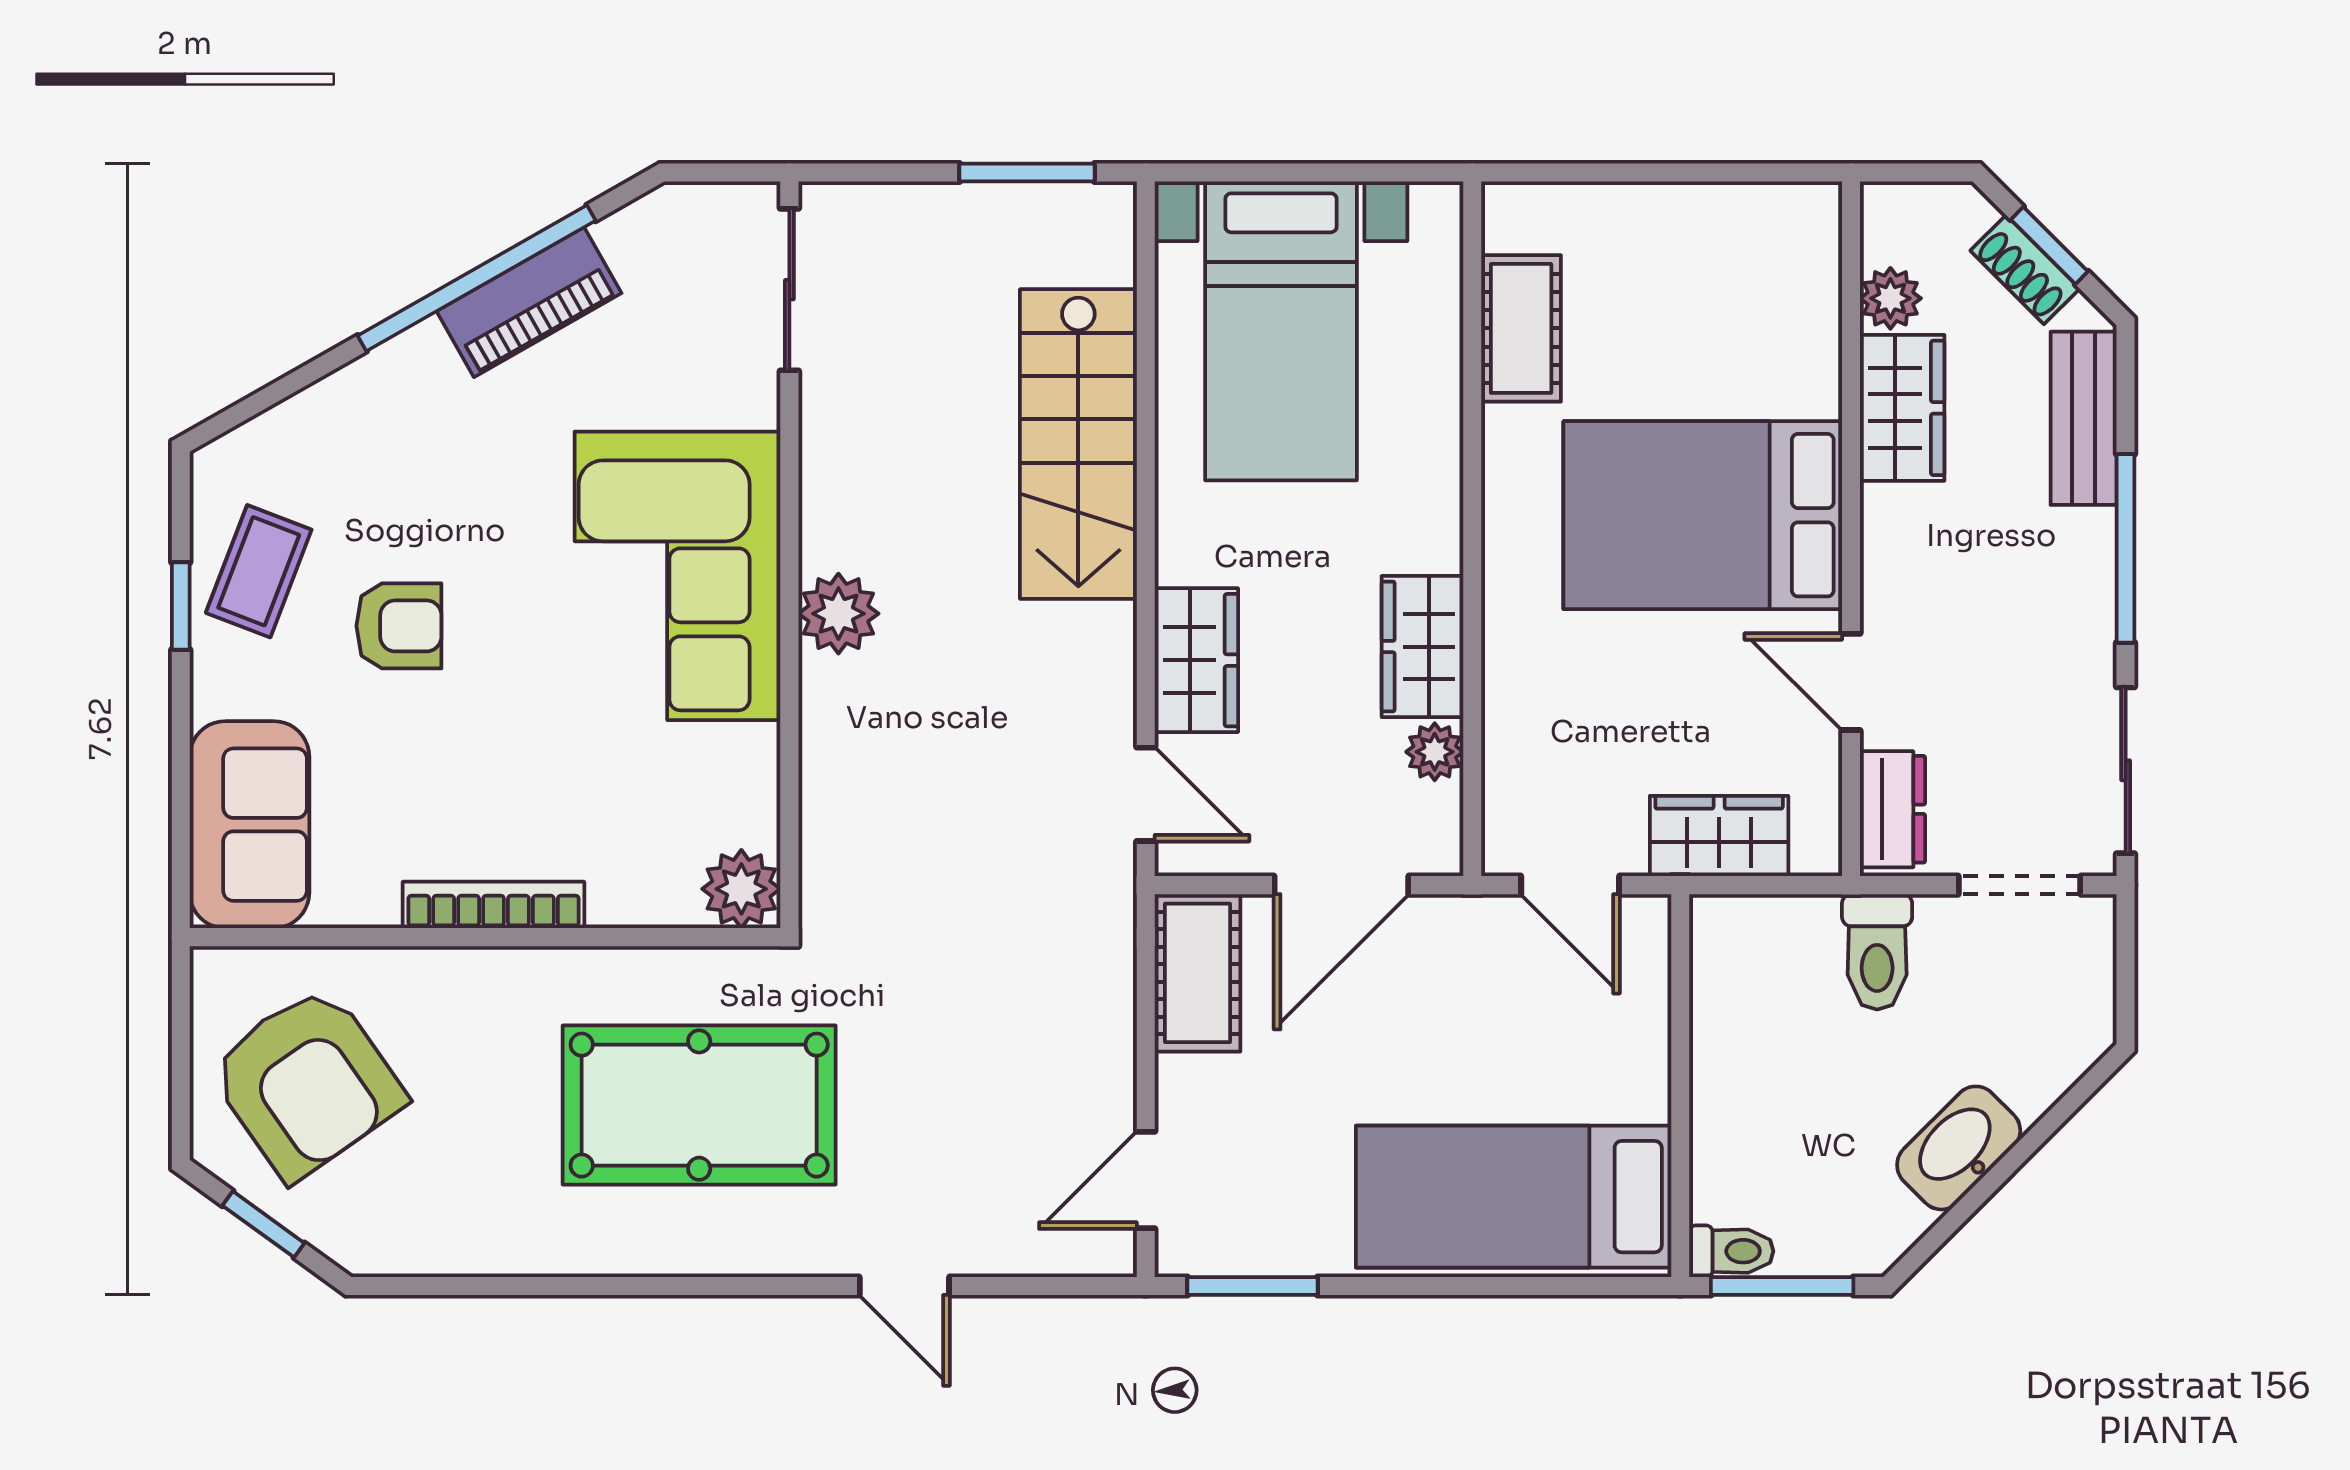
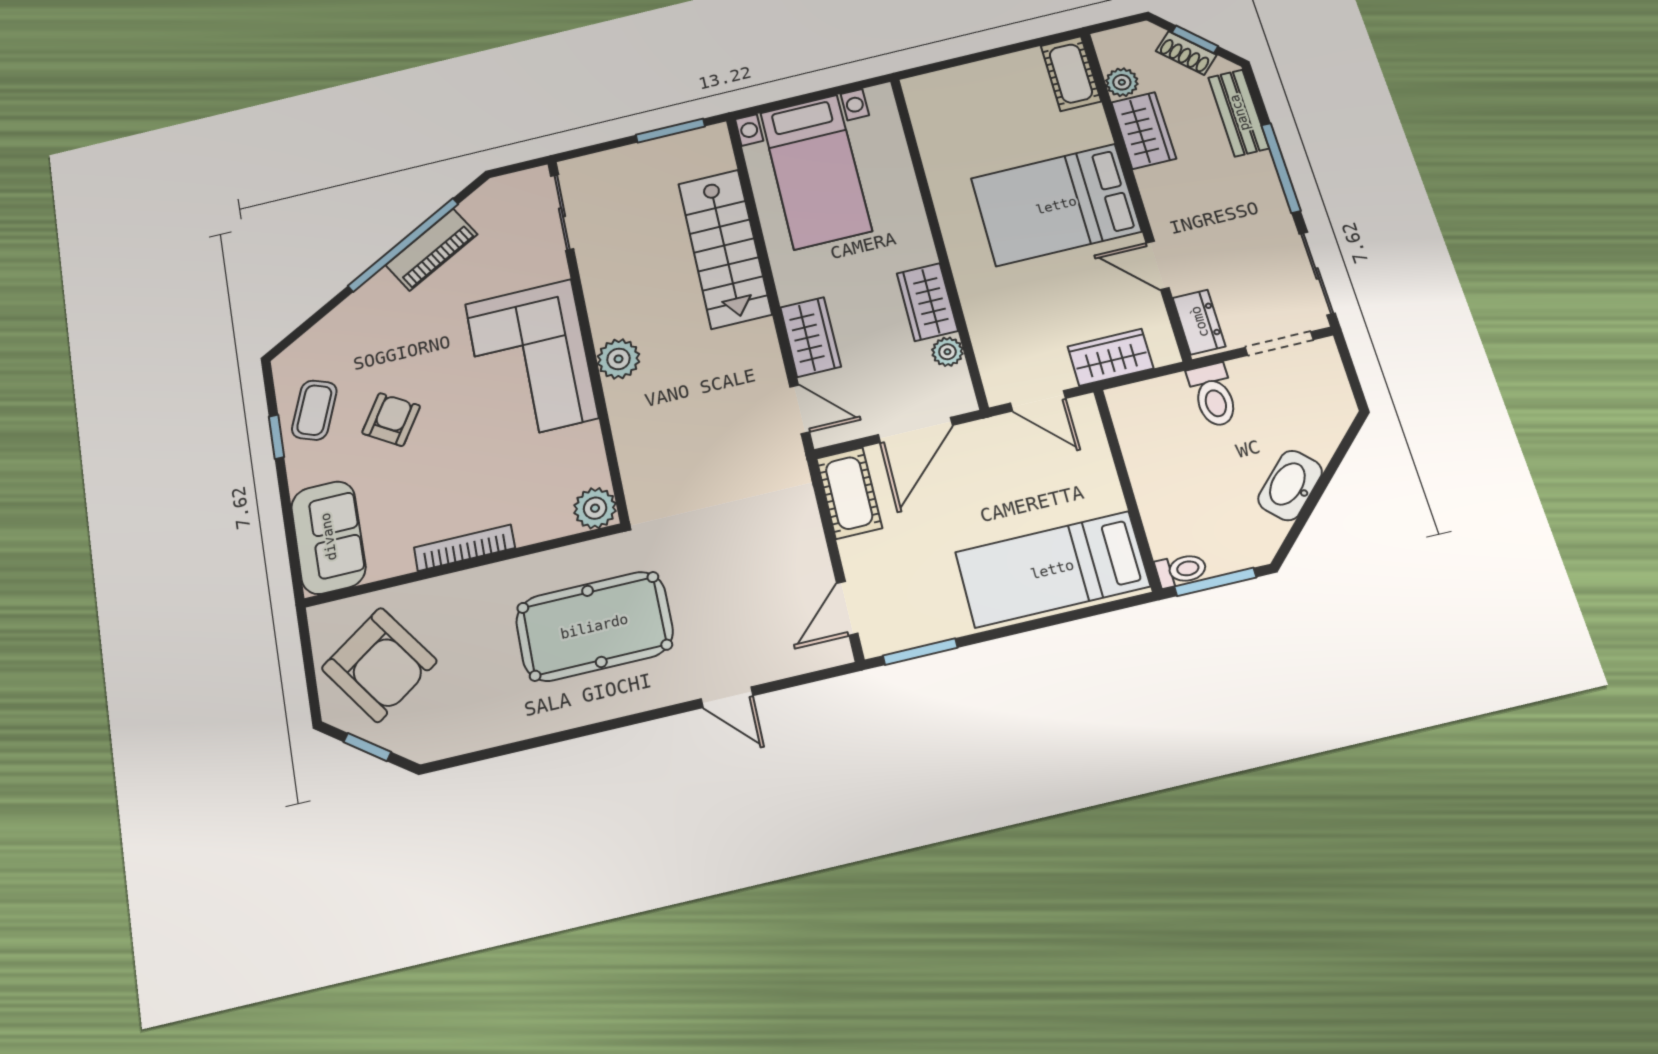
cot: (1521, 328) -> (1071, 73), moved
armchair: (399, 626) -> (391, 419), turned -58

